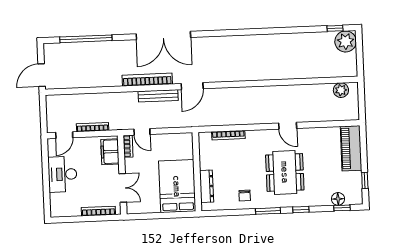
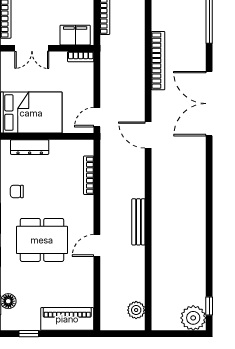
bookcase: (147, 80) -> (158, 61), moved
bench: (158, 96) -> (138, 222), moved
door: (142, 132) -> (97, 117), moved

